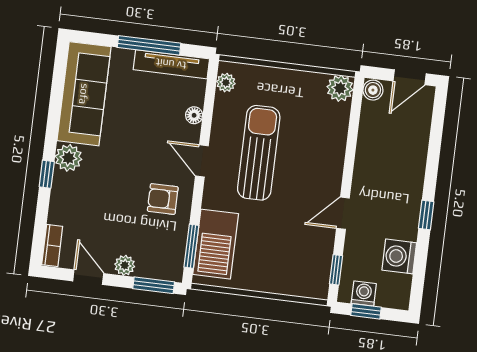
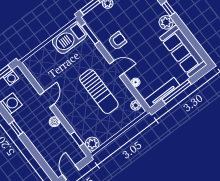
boiler: (373, 90) -> (54, 122), moved
barbecue: (216, 244) -> (69, 38), moved, turned -90
window: (336, 270) -> (77, 139), moved

